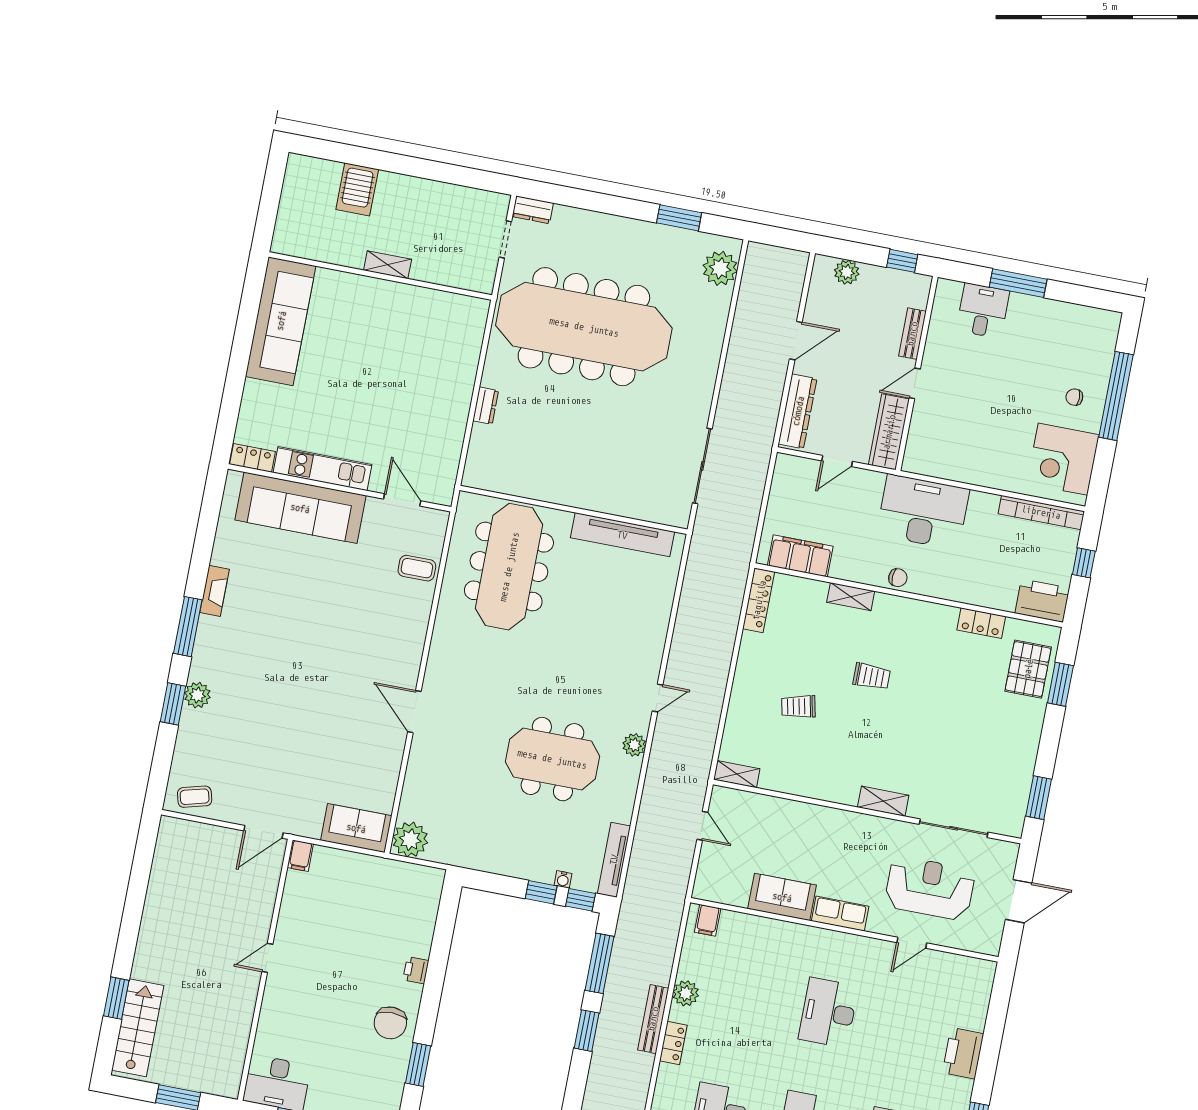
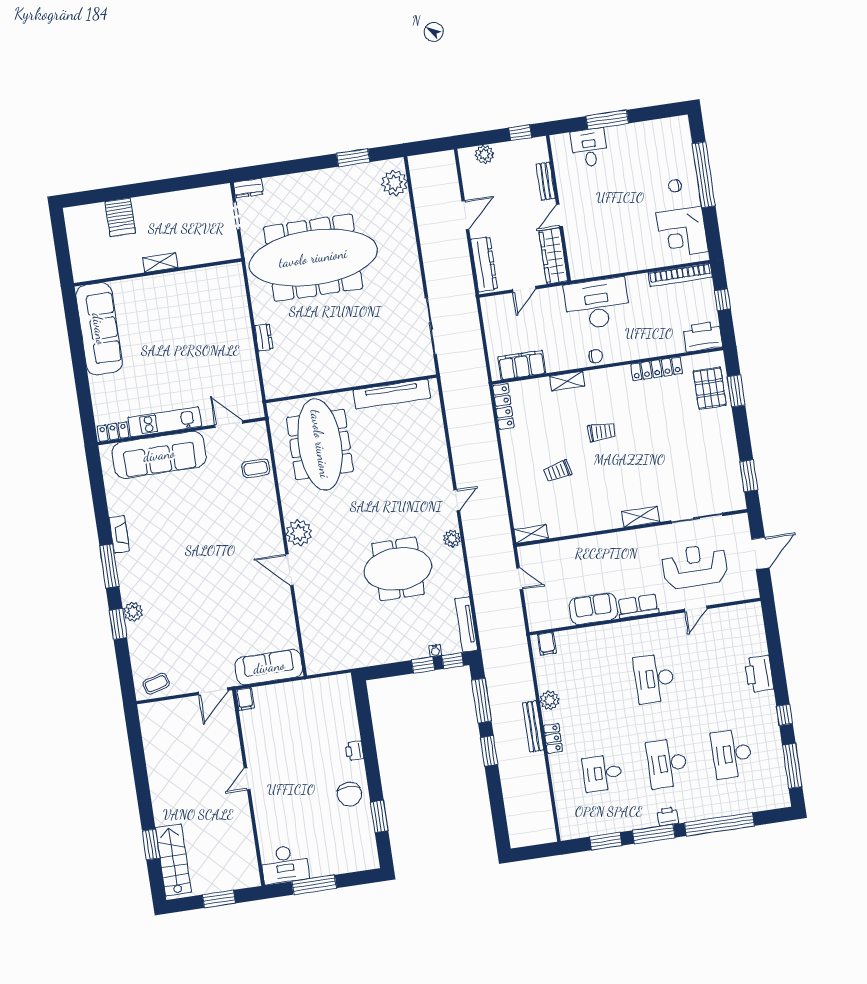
locker: (981, 623) -> (657, 369), width x1.53
sofa: (356, 828) -> (269, 667), width x1.36
plant: (410, 840) -> (299, 533), moved

